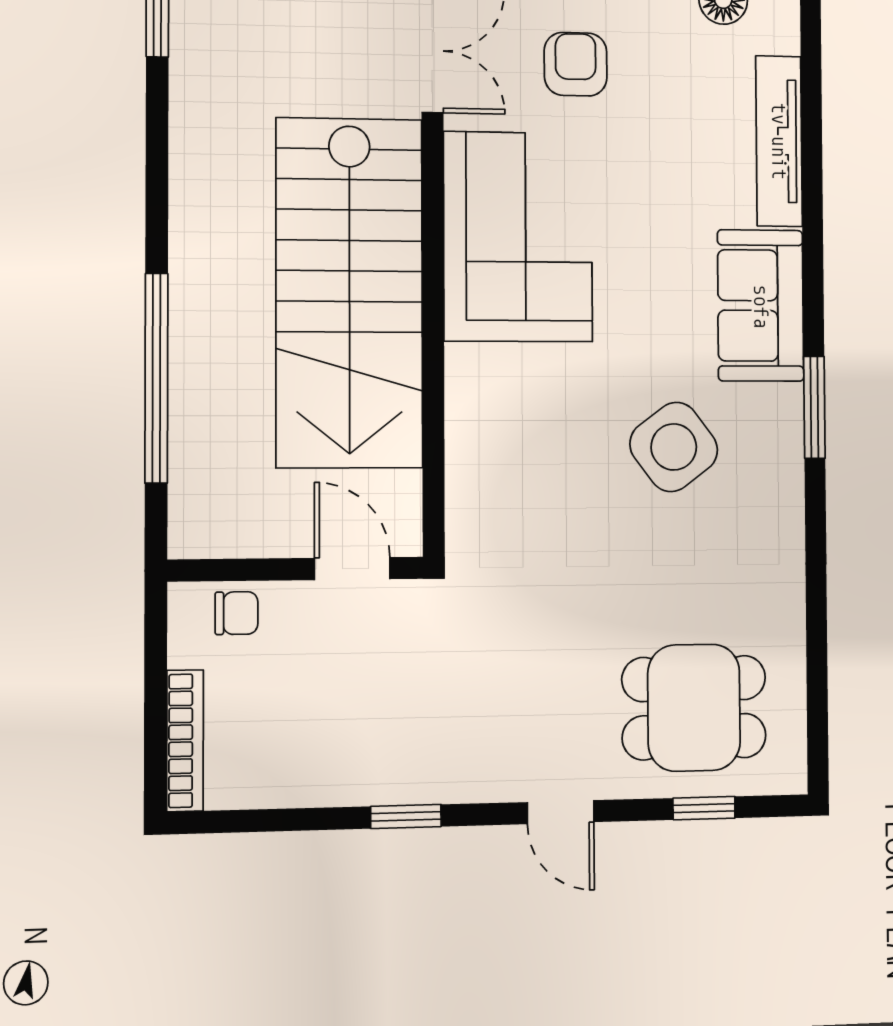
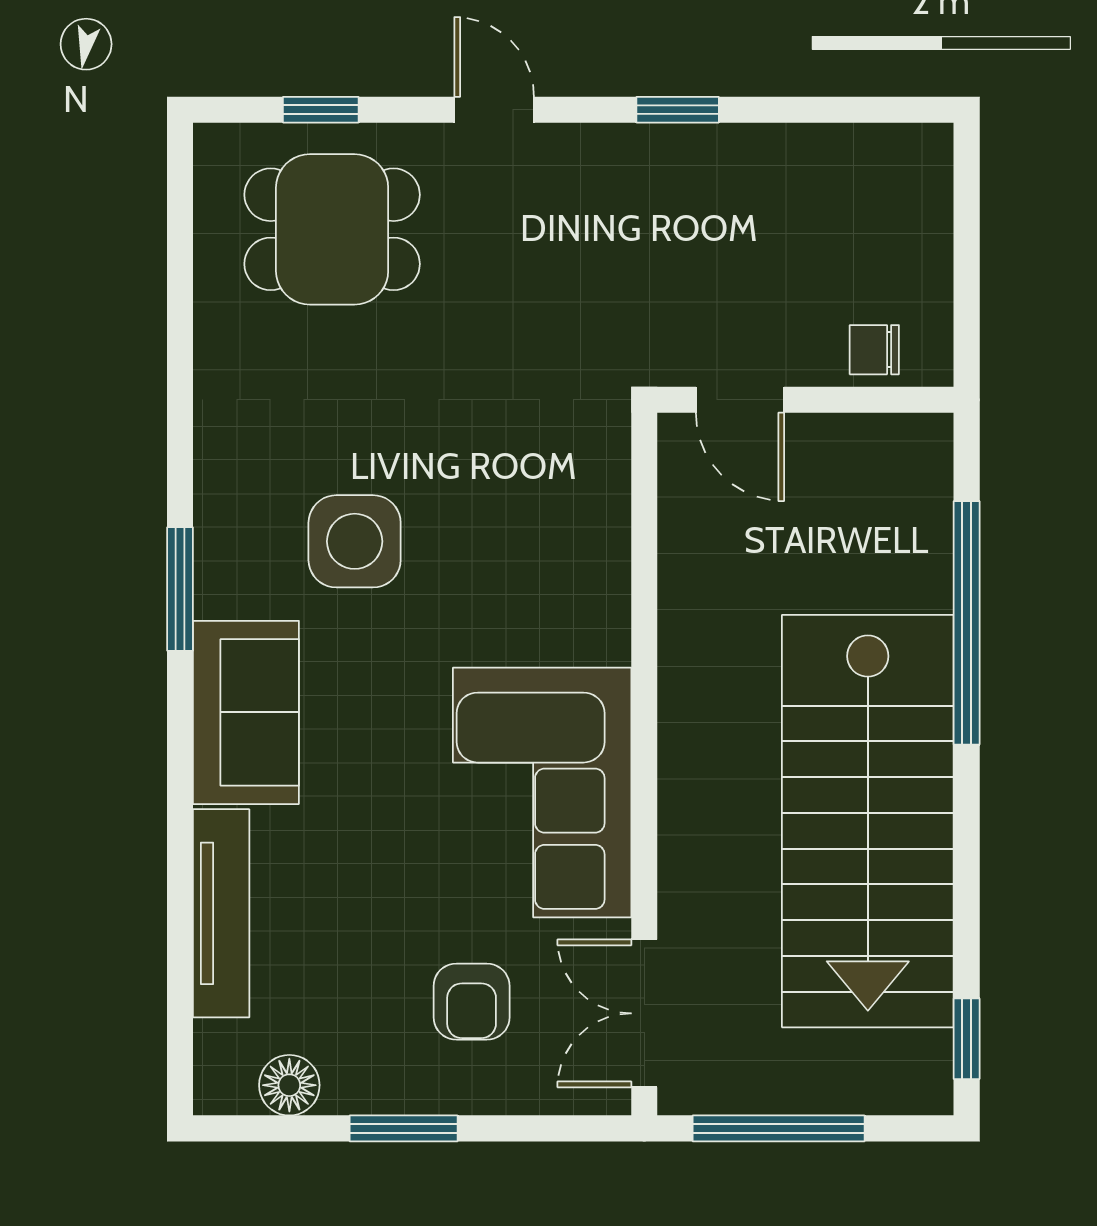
stairs: (349, 293) -> (868, 821), moved, turned 180
side table: (674, 447) -> (355, 541), turned 37
bookcase: (185, 741) -> (933, 204), removed

